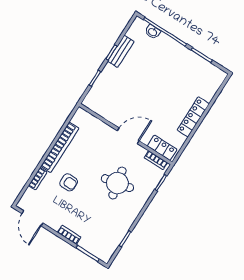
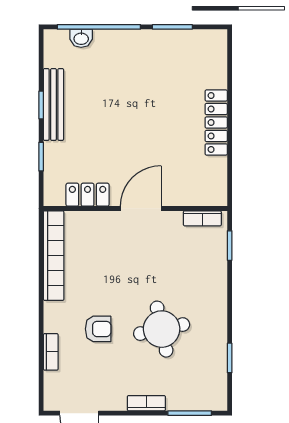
bench: (121, 51) -> (53, 104), width x1.36
bookcase: (60, 147) -> (54, 256), moved
locker: (162, 148) -> (88, 195), moved
round table: (117, 183) -> (162, 329), moved

